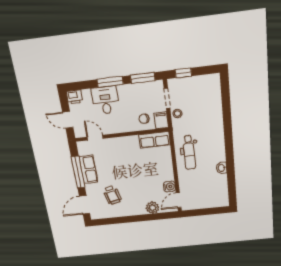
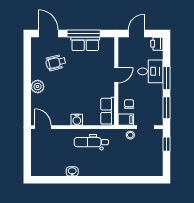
door: (95, 138) -> (116, 75), moved
water cooler: (169, 187) -> (77, 120), moved
plant: (152, 208) -> (38, 87), moved

